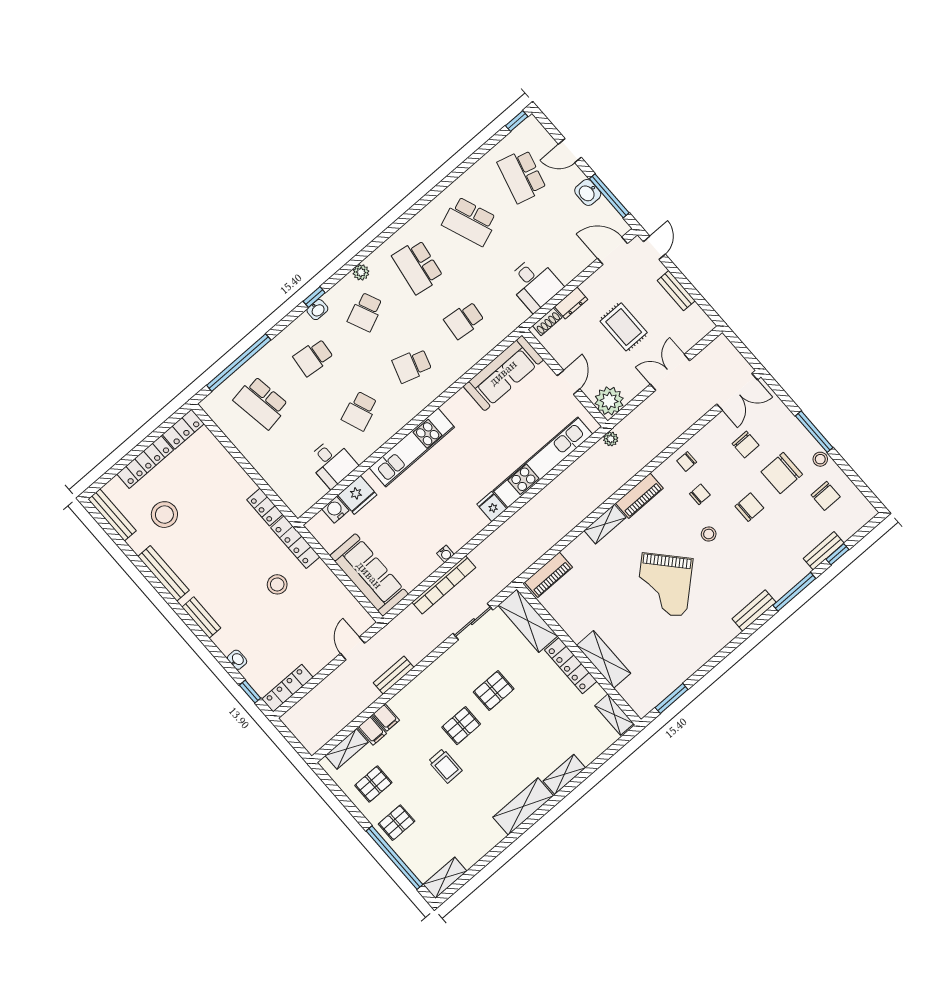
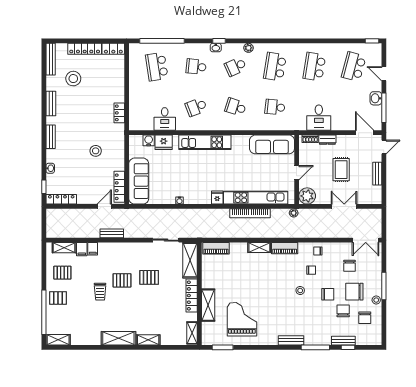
school desk: (470, 221) -> (314, 67), turned 30
chair: (789, 512) -> (343, 311), added
locker: (295, 542) -> (119, 187), moved
bench: (163, 573) -> (51, 103), width x0.73
bookcase: (444, 585) -> (250, 213), moved
grand piano: (664, 585) -> (242, 319), moved, turned 132

